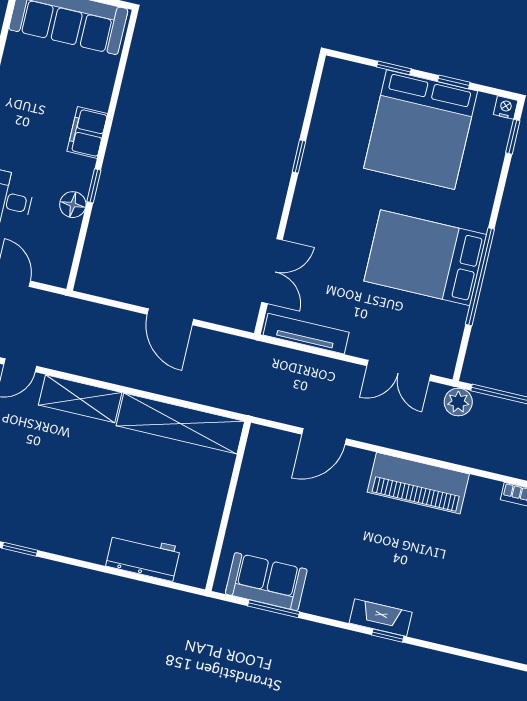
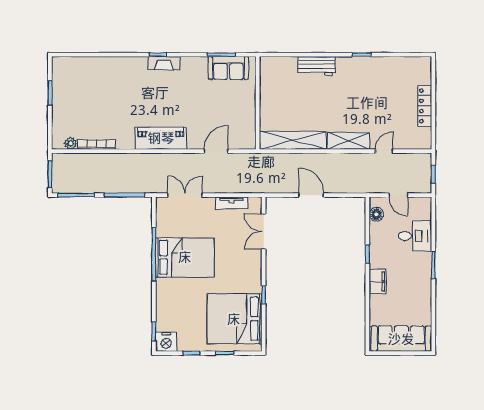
nightstand: (506, 108) -> (166, 342), width x1.89, depth x1.79
bed: (421, 130) -> (234, 319), moved, turned -90
floor lamp: (73, 205) -> (376, 214), moved
tv unit: (306, 334) -> (231, 203), width x0.71
plant: (458, 402) -> (150, 186), removed
workbench: (143, 557) -> (317, 66), moved

